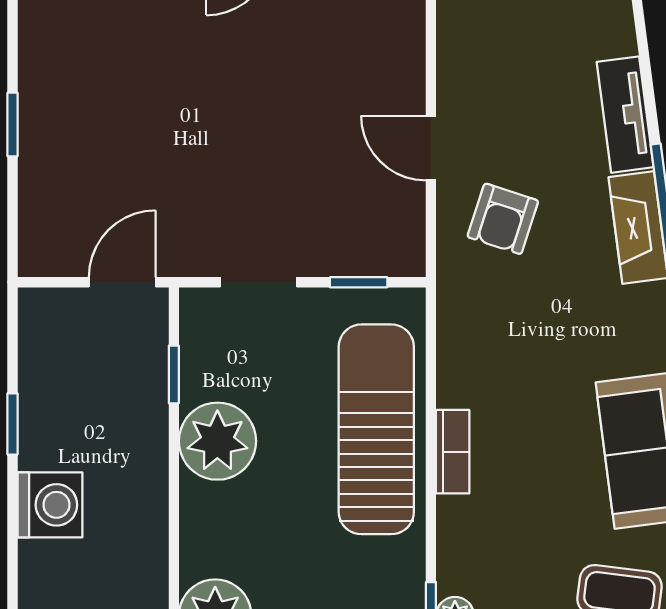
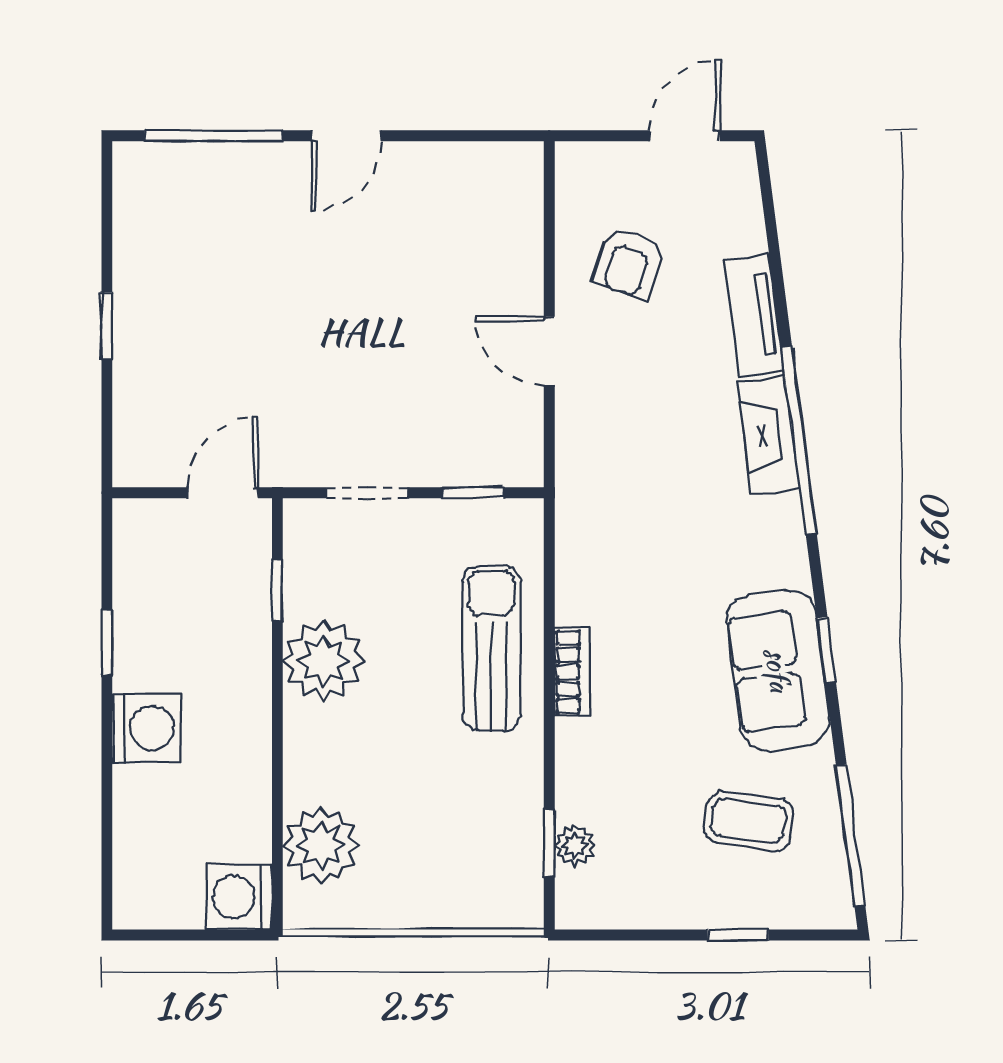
armchair: (503, 219) -> (629, 262), moved
sun lounger: (376, 429) -> (491, 648), width x0.73, depth x0.75

